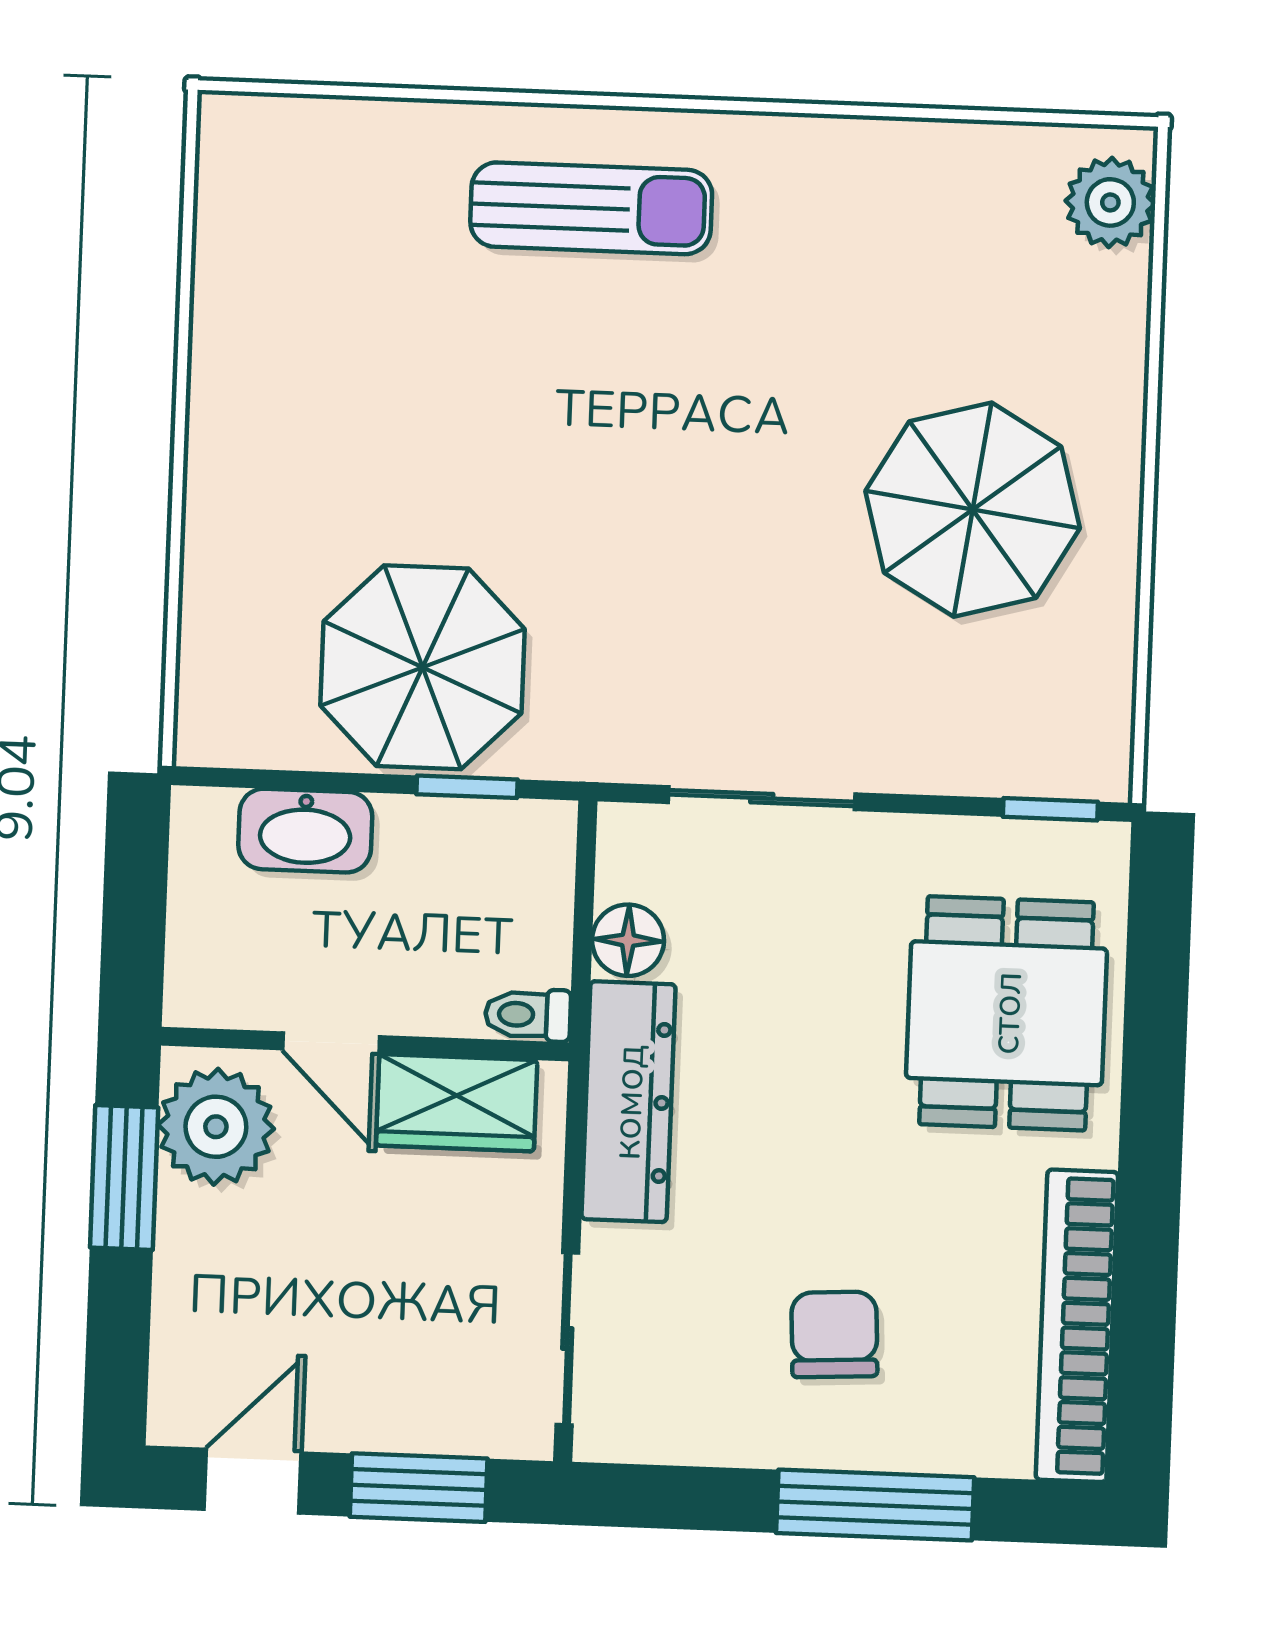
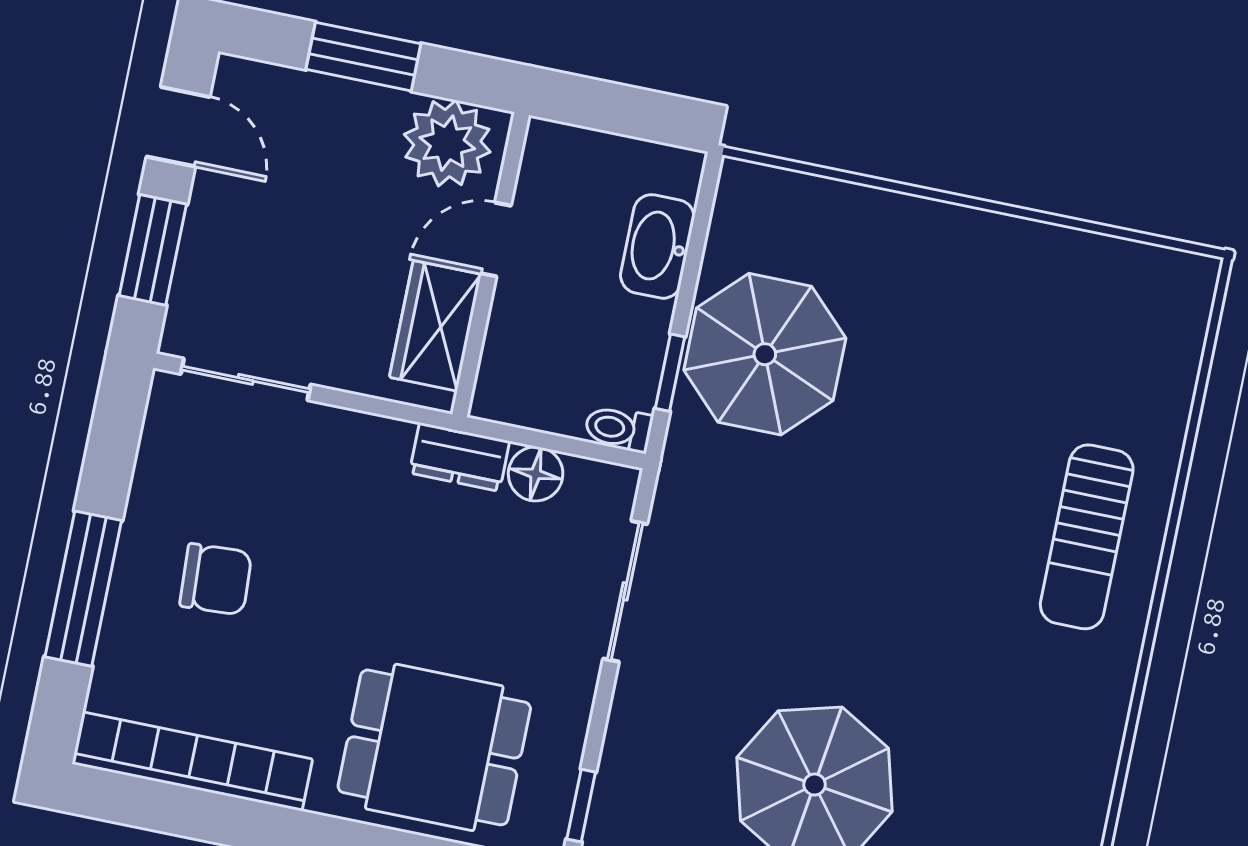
toilet: (528, 1015) -> (619, 428), moved, turned -90
dresser: (628, 1102) -> (460, 457), width x0.51, depth x0.80
window: (124, 1177) -> (363, 57), moved

